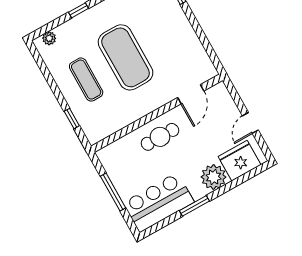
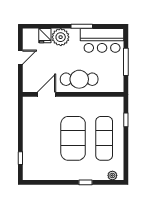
exercise mat: (86, 80) -> (104, 138), width x1.36, depth x1.45
cafe table: (160, 137) -> (79, 79), width x1.37, depth x1.35
fridge: (240, 161) -> (45, 36), width x0.53, depth x0.75

